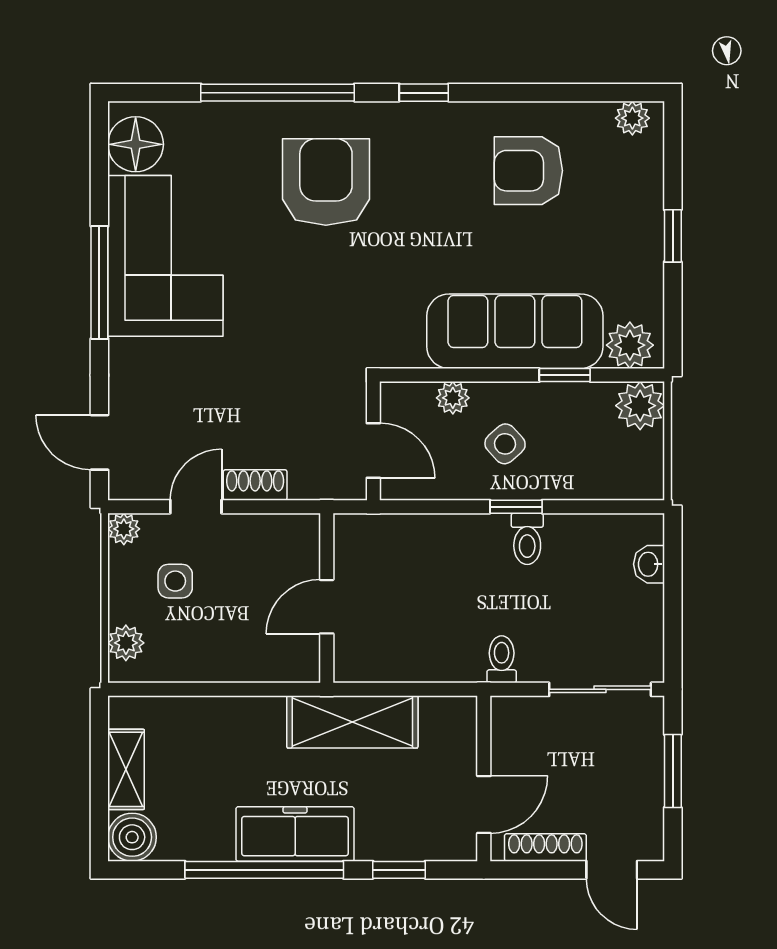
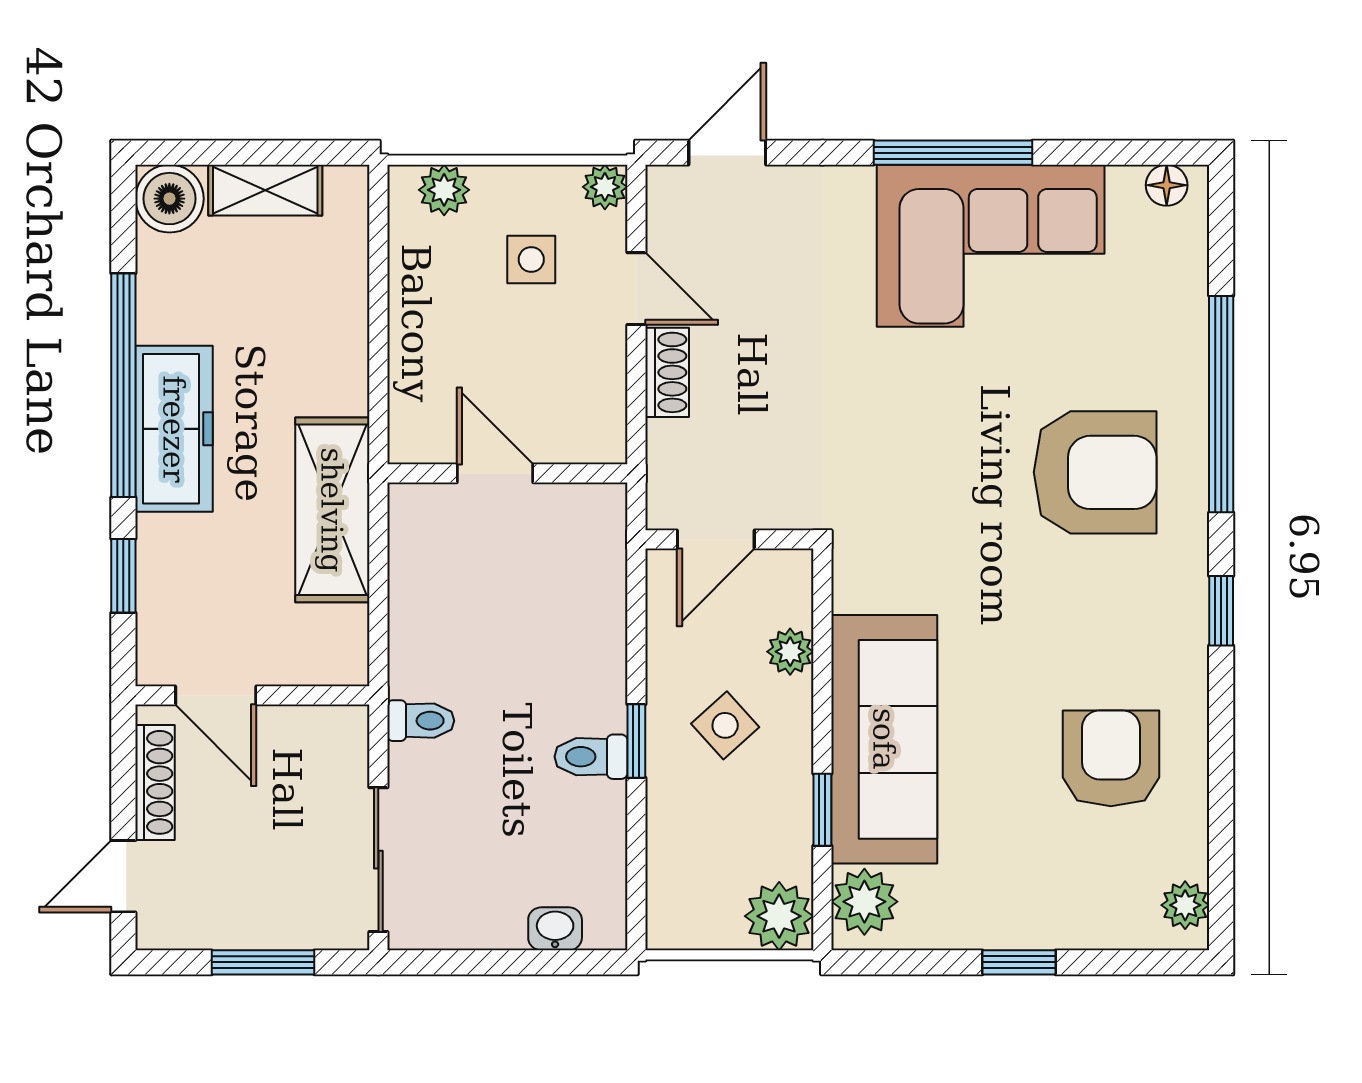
floor lamp: (136, 144) -> (1167, 185), width x0.53, depth x0.53

